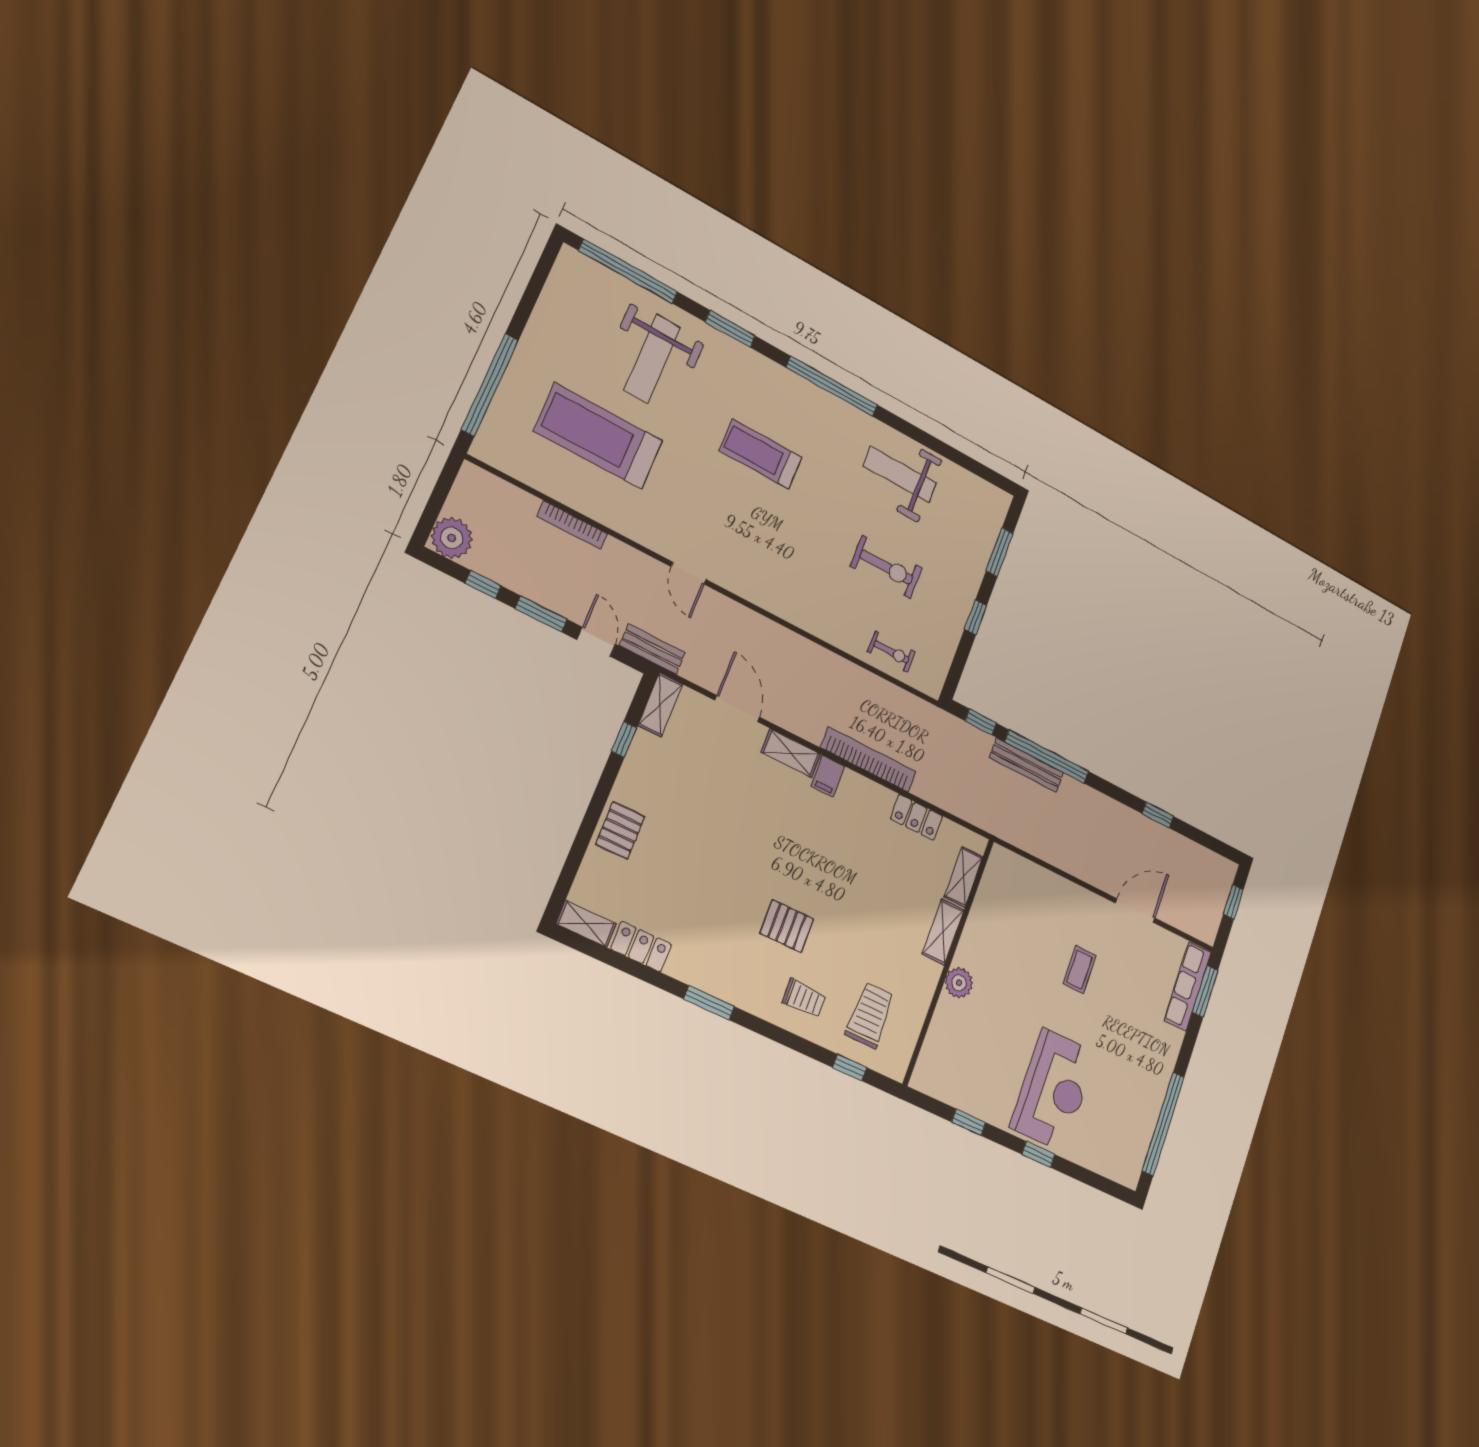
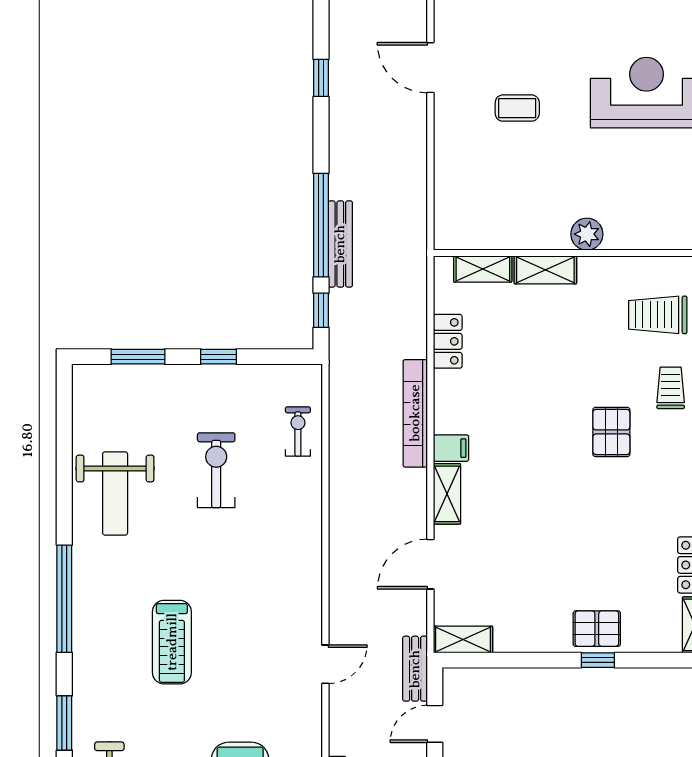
window: (624, 739) -> (598, 660), moved

